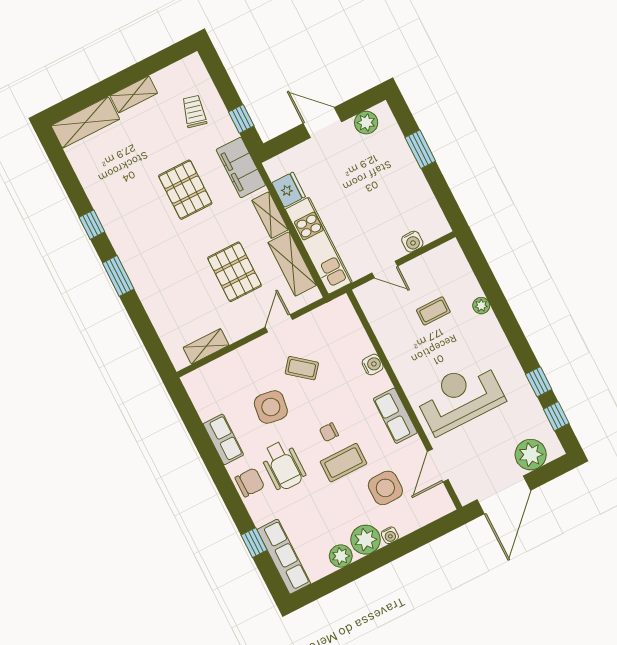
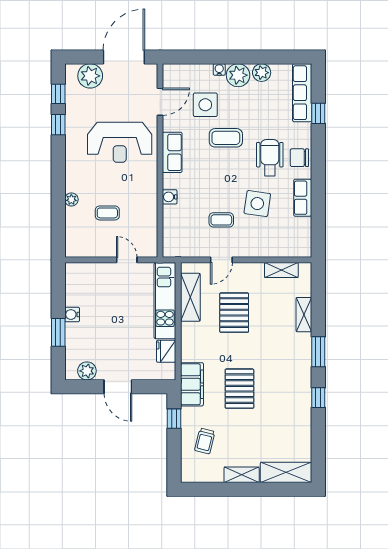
shelving: (270, 215) -> (304, 315), moved
water cooler: (412, 242) -> (72, 315), moved, turned -90
coffee table: (302, 368) -> (221, 220), turned -39
chair: (329, 432) -> (225, 165), removed

